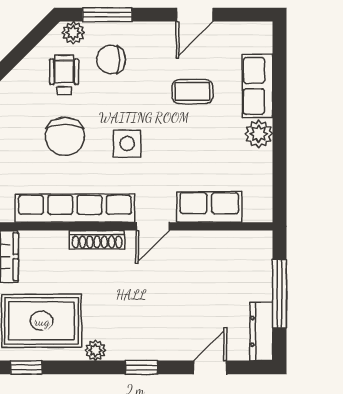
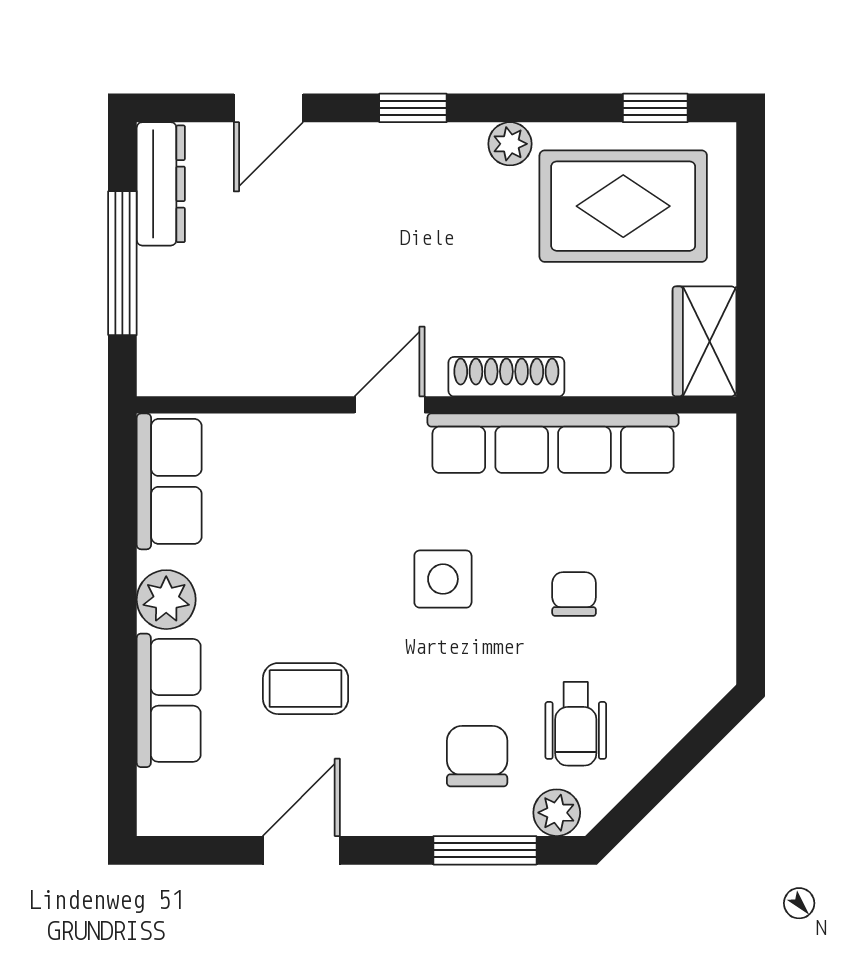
chair: (111, 59) -> (477, 756), turned -90
chair: (65, 136) -> (574, 594), width x0.54, depth x0.54
row of seats: (209, 207) -> (169, 481), moved, turned -90

